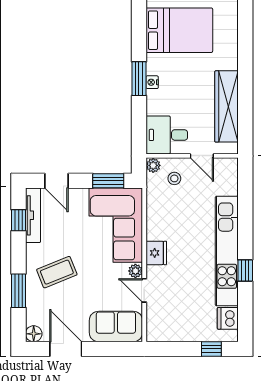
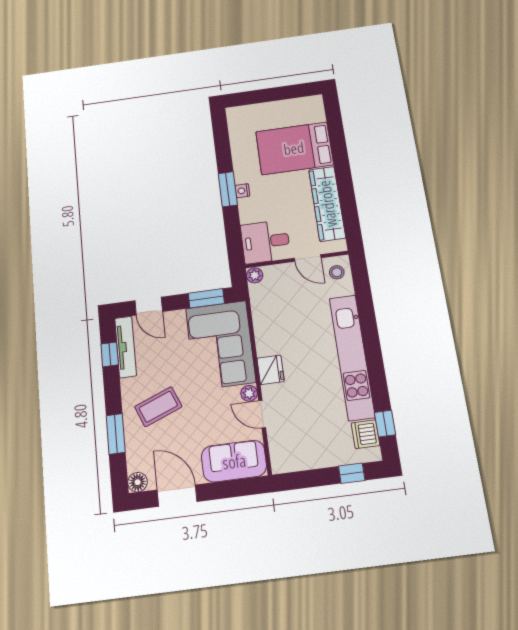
bed: (179, 30) -> (294, 148), moved, turned 180
stool: (174, 178) -> (337, 272), moved
window: (245, 270) -> (385, 424), moved

